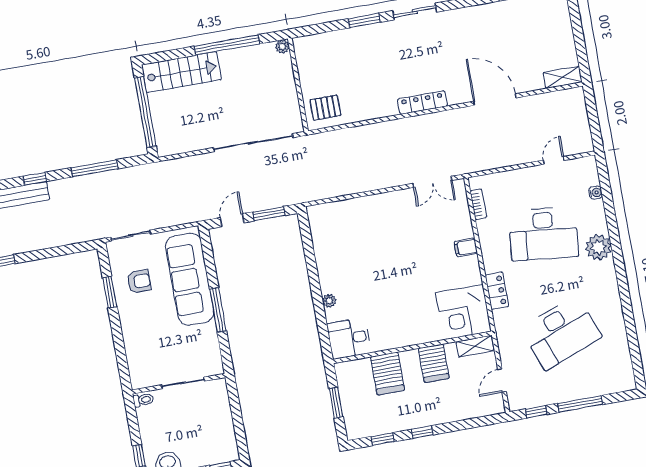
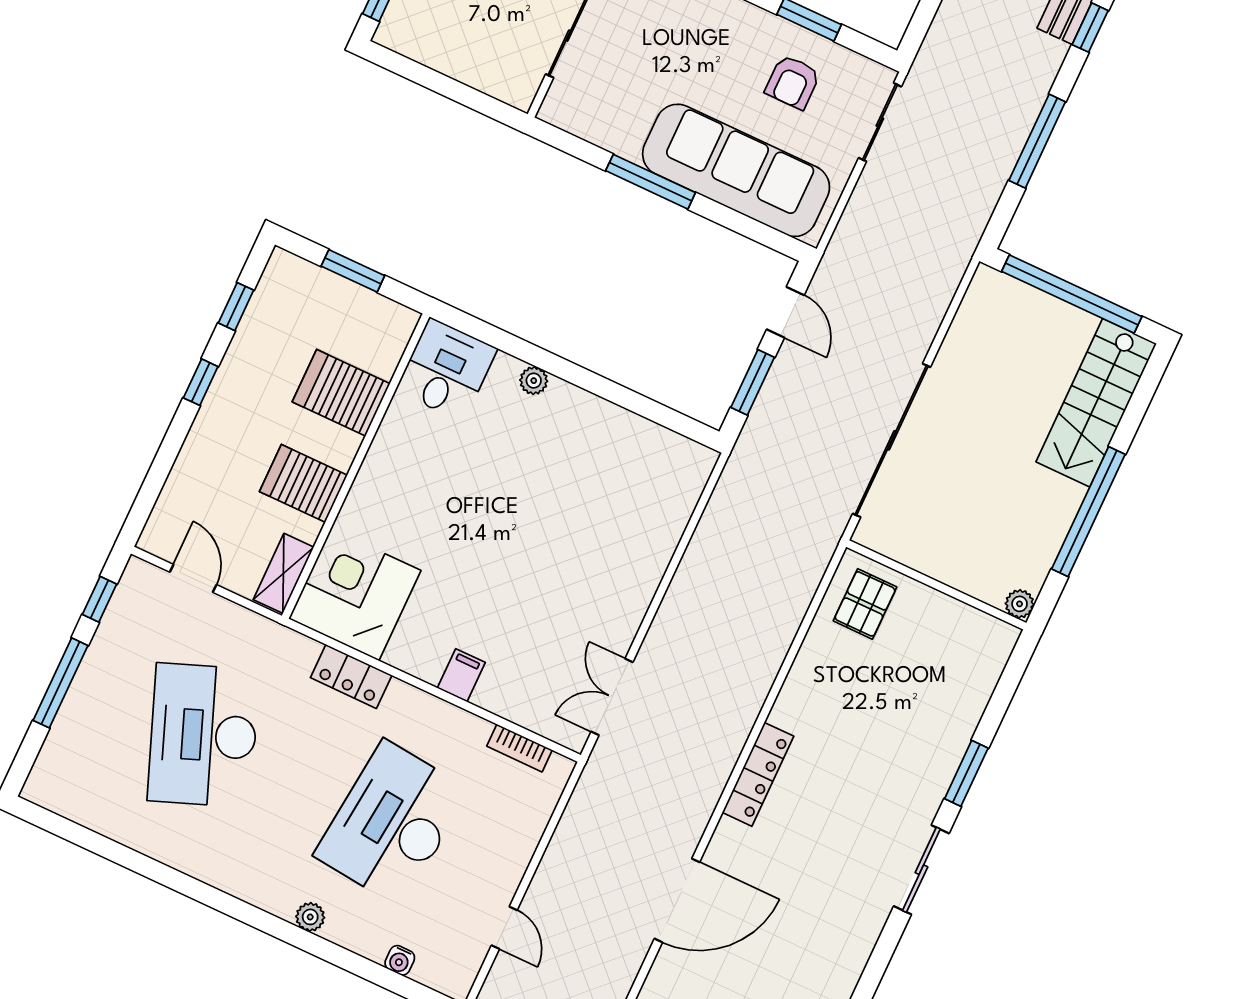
plant: (598, 247) -> (310, 917), width x0.53, depth x0.53

